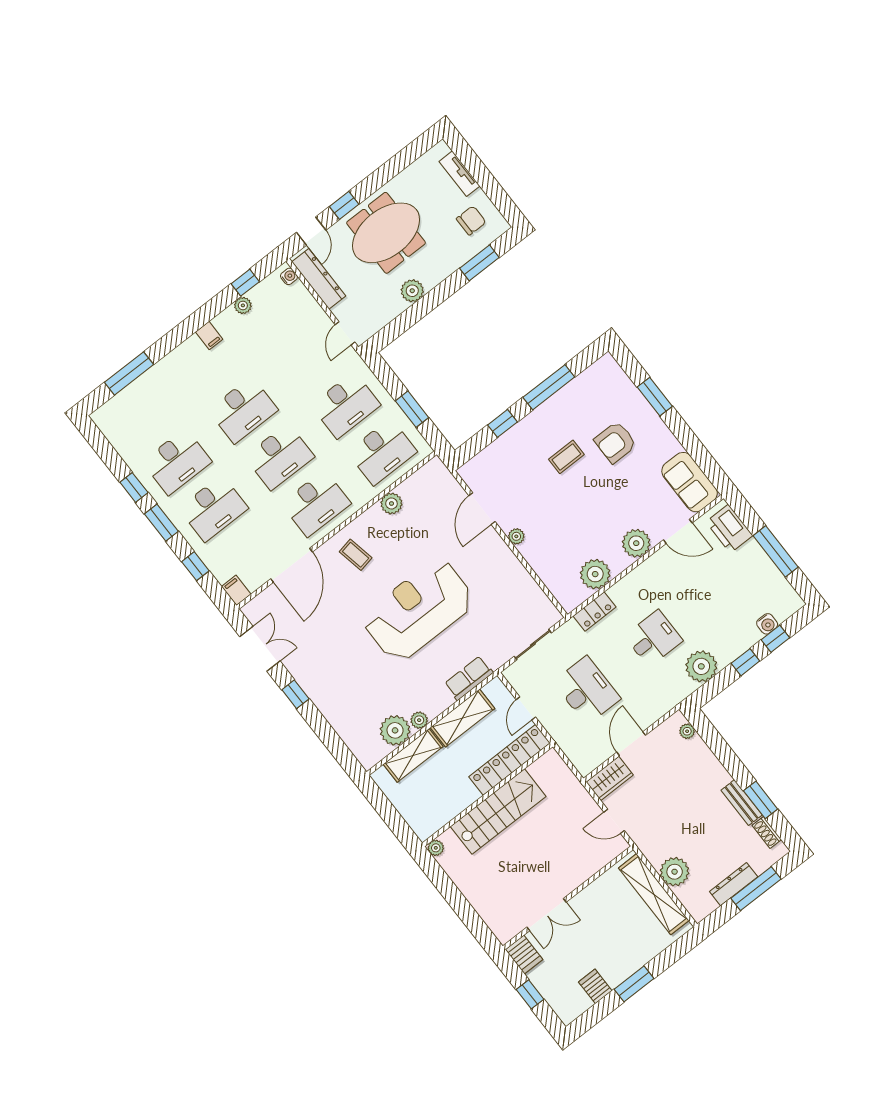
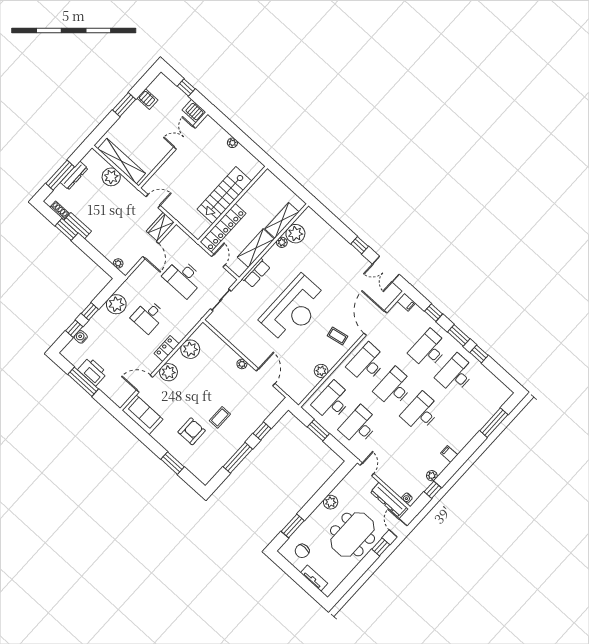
printer: (729, 529) -> (92, 371), moved
locker: (595, 612) -> (167, 349), moved
plant: (436, 848) -> (232, 143), moved

